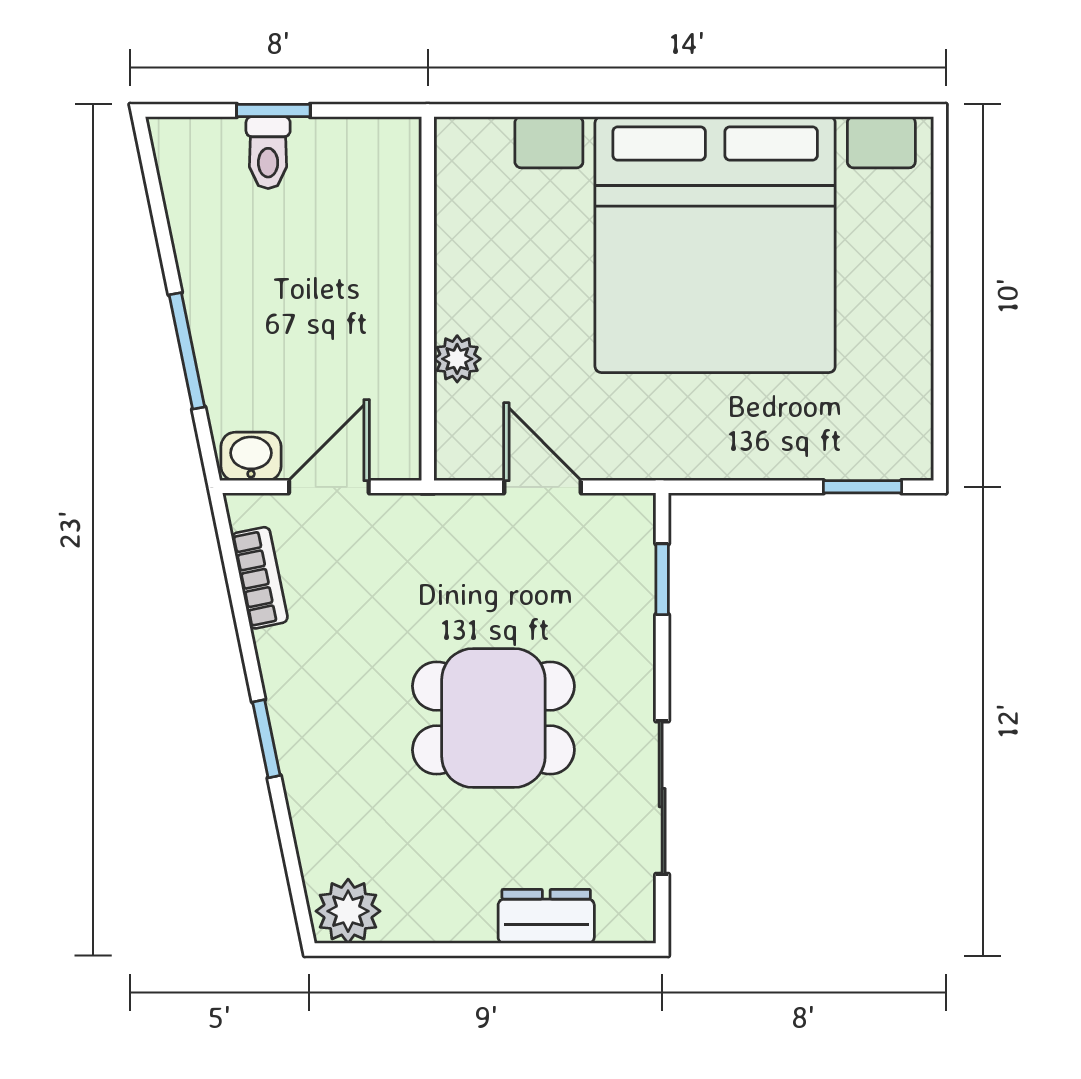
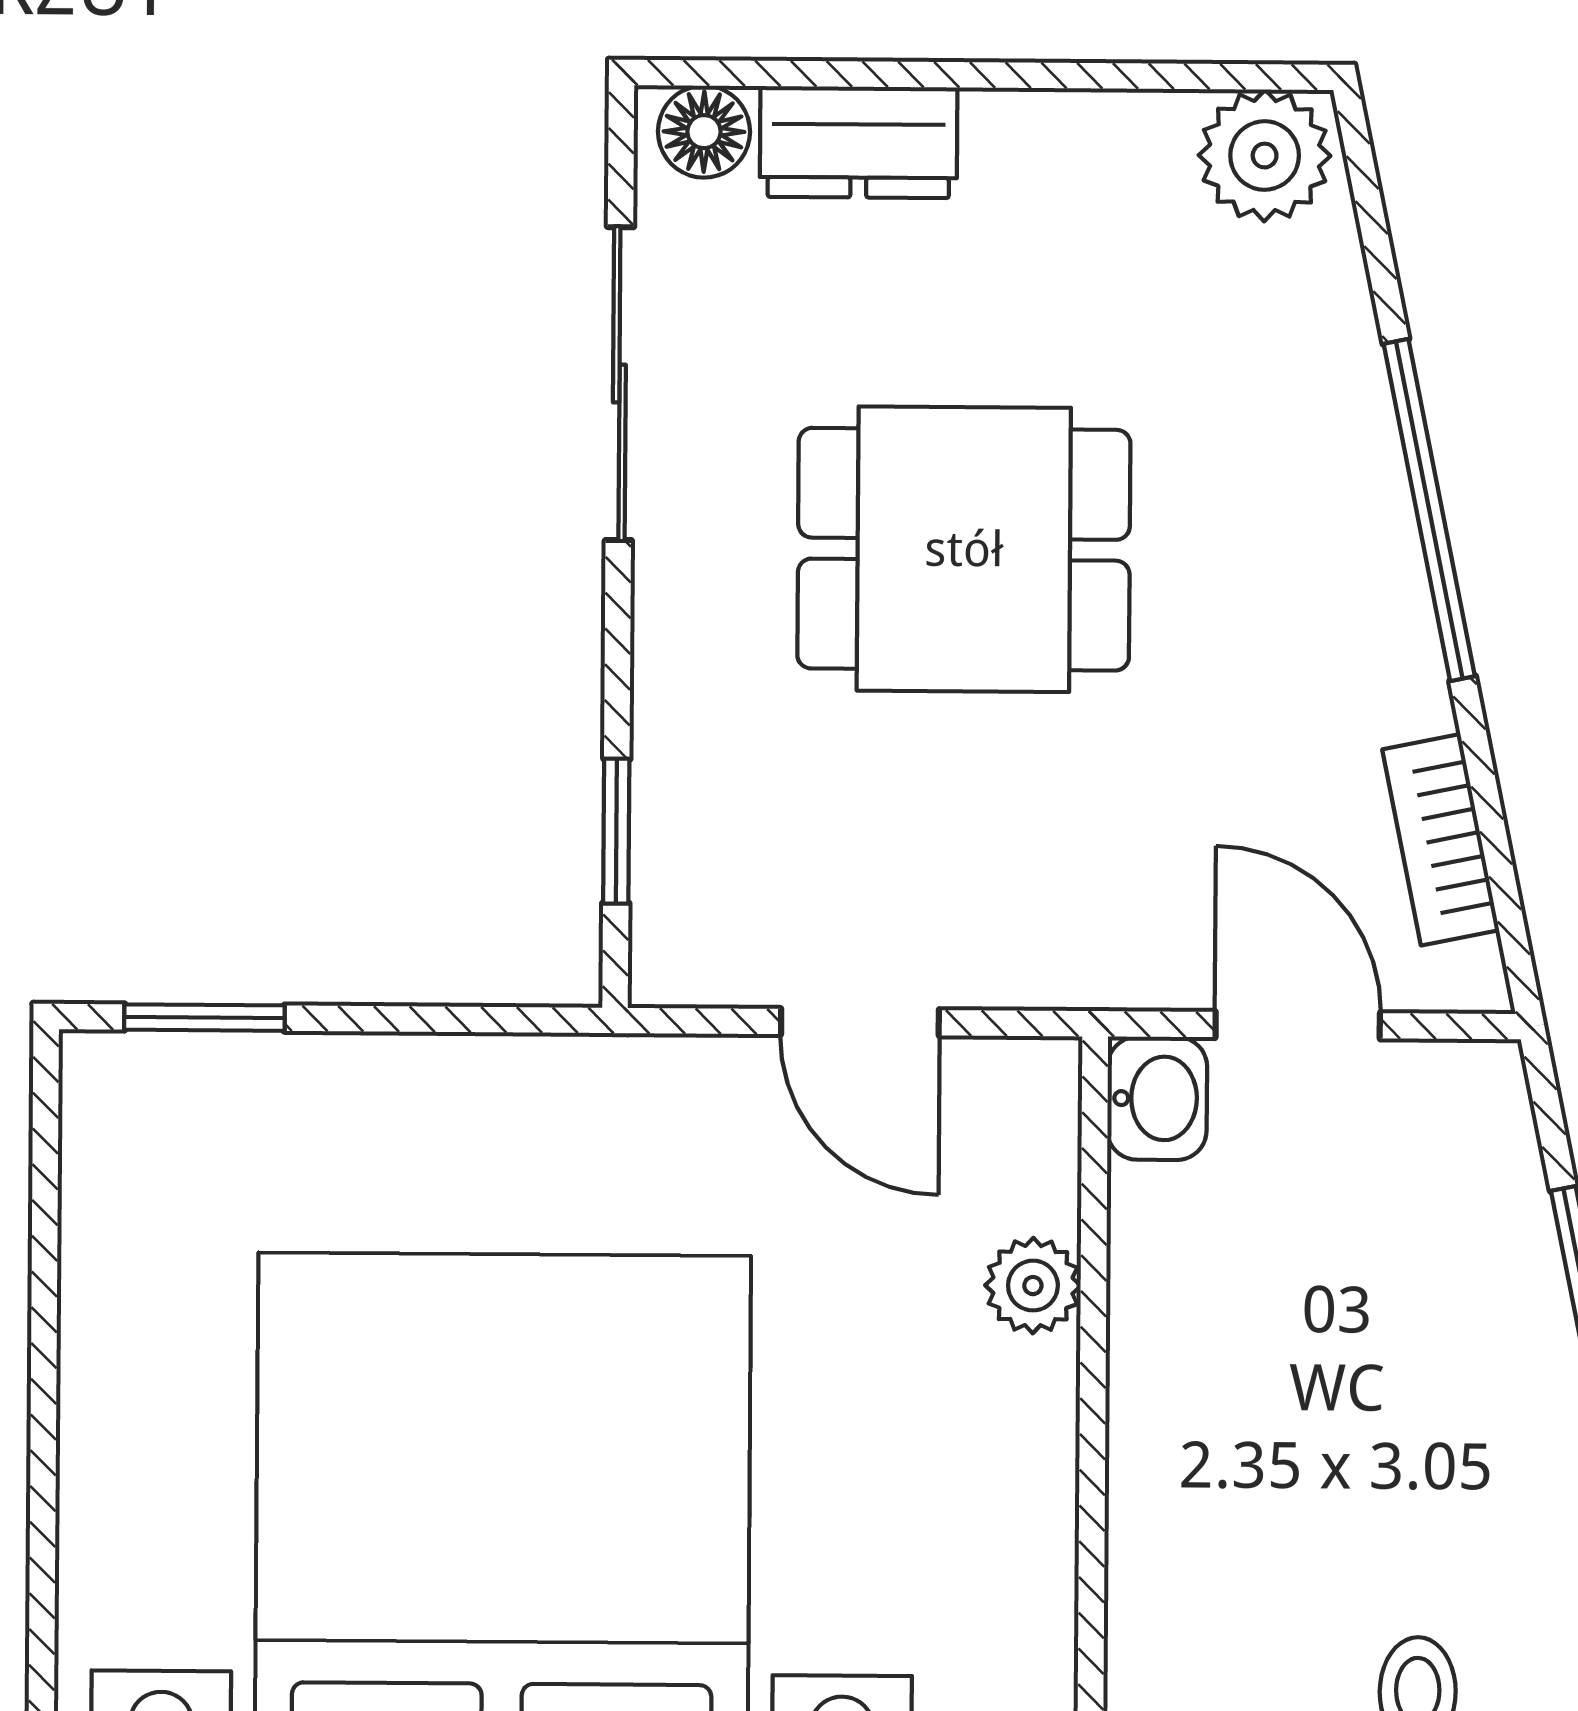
washbasin: (251, 456) -> (1157, 1098), moved, turned -90
door: (329, 487) -> (1298, 1025), swing flipped
window: (266, 739) -> (1429, 510), width x2.17
floor lamp: (622, 921) -> (704, 132), added

